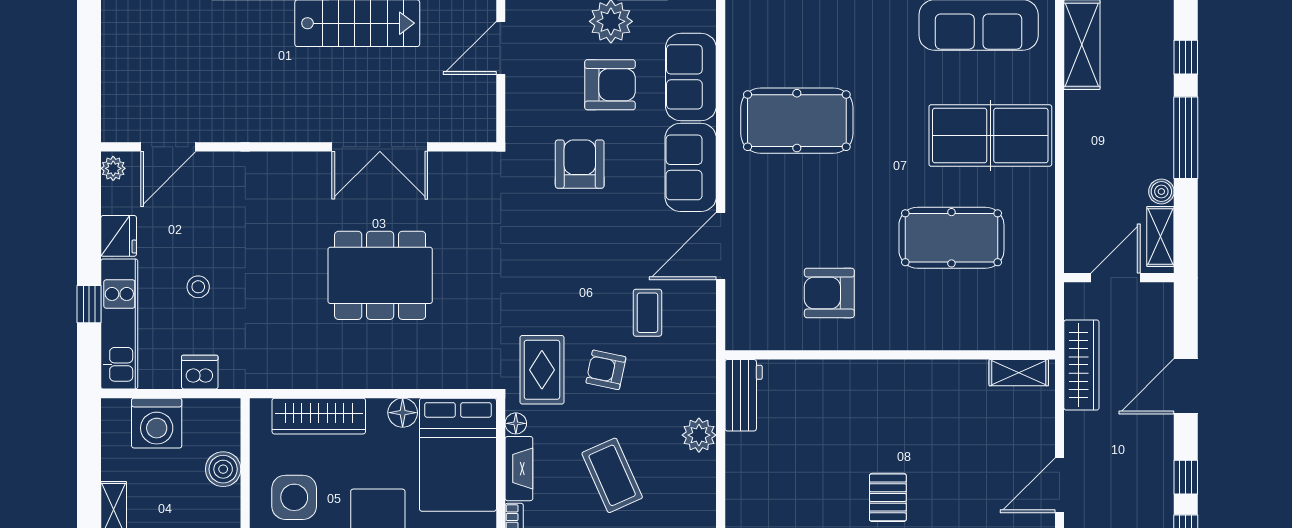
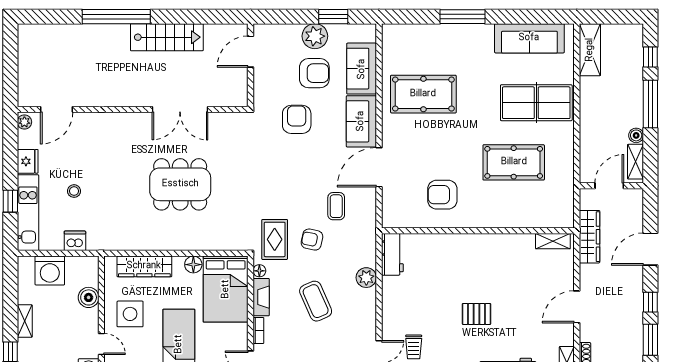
pallet: (888, 497) -> (476, 314), turned 90

